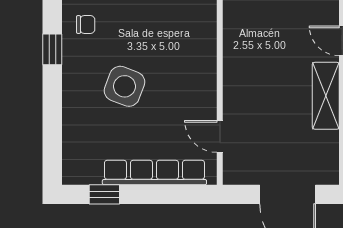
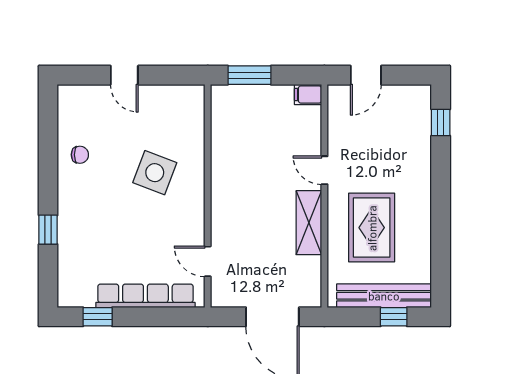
window: (52, 49) -> (48, 230), moved
side table: (124, 86) -> (155, 173), moved

